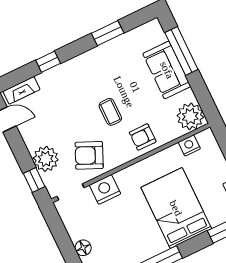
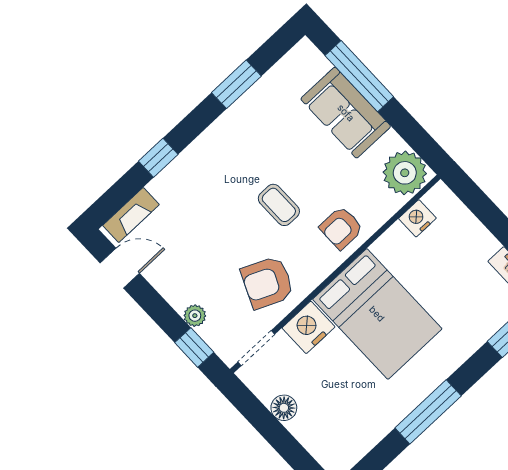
plant: (46, 159) -> (195, 316), width x0.53, depth x0.53
bed: (176, 208) -> (377, 314), moved, turned 180
floor lamp: (83, 248) -> (284, 408), moved

